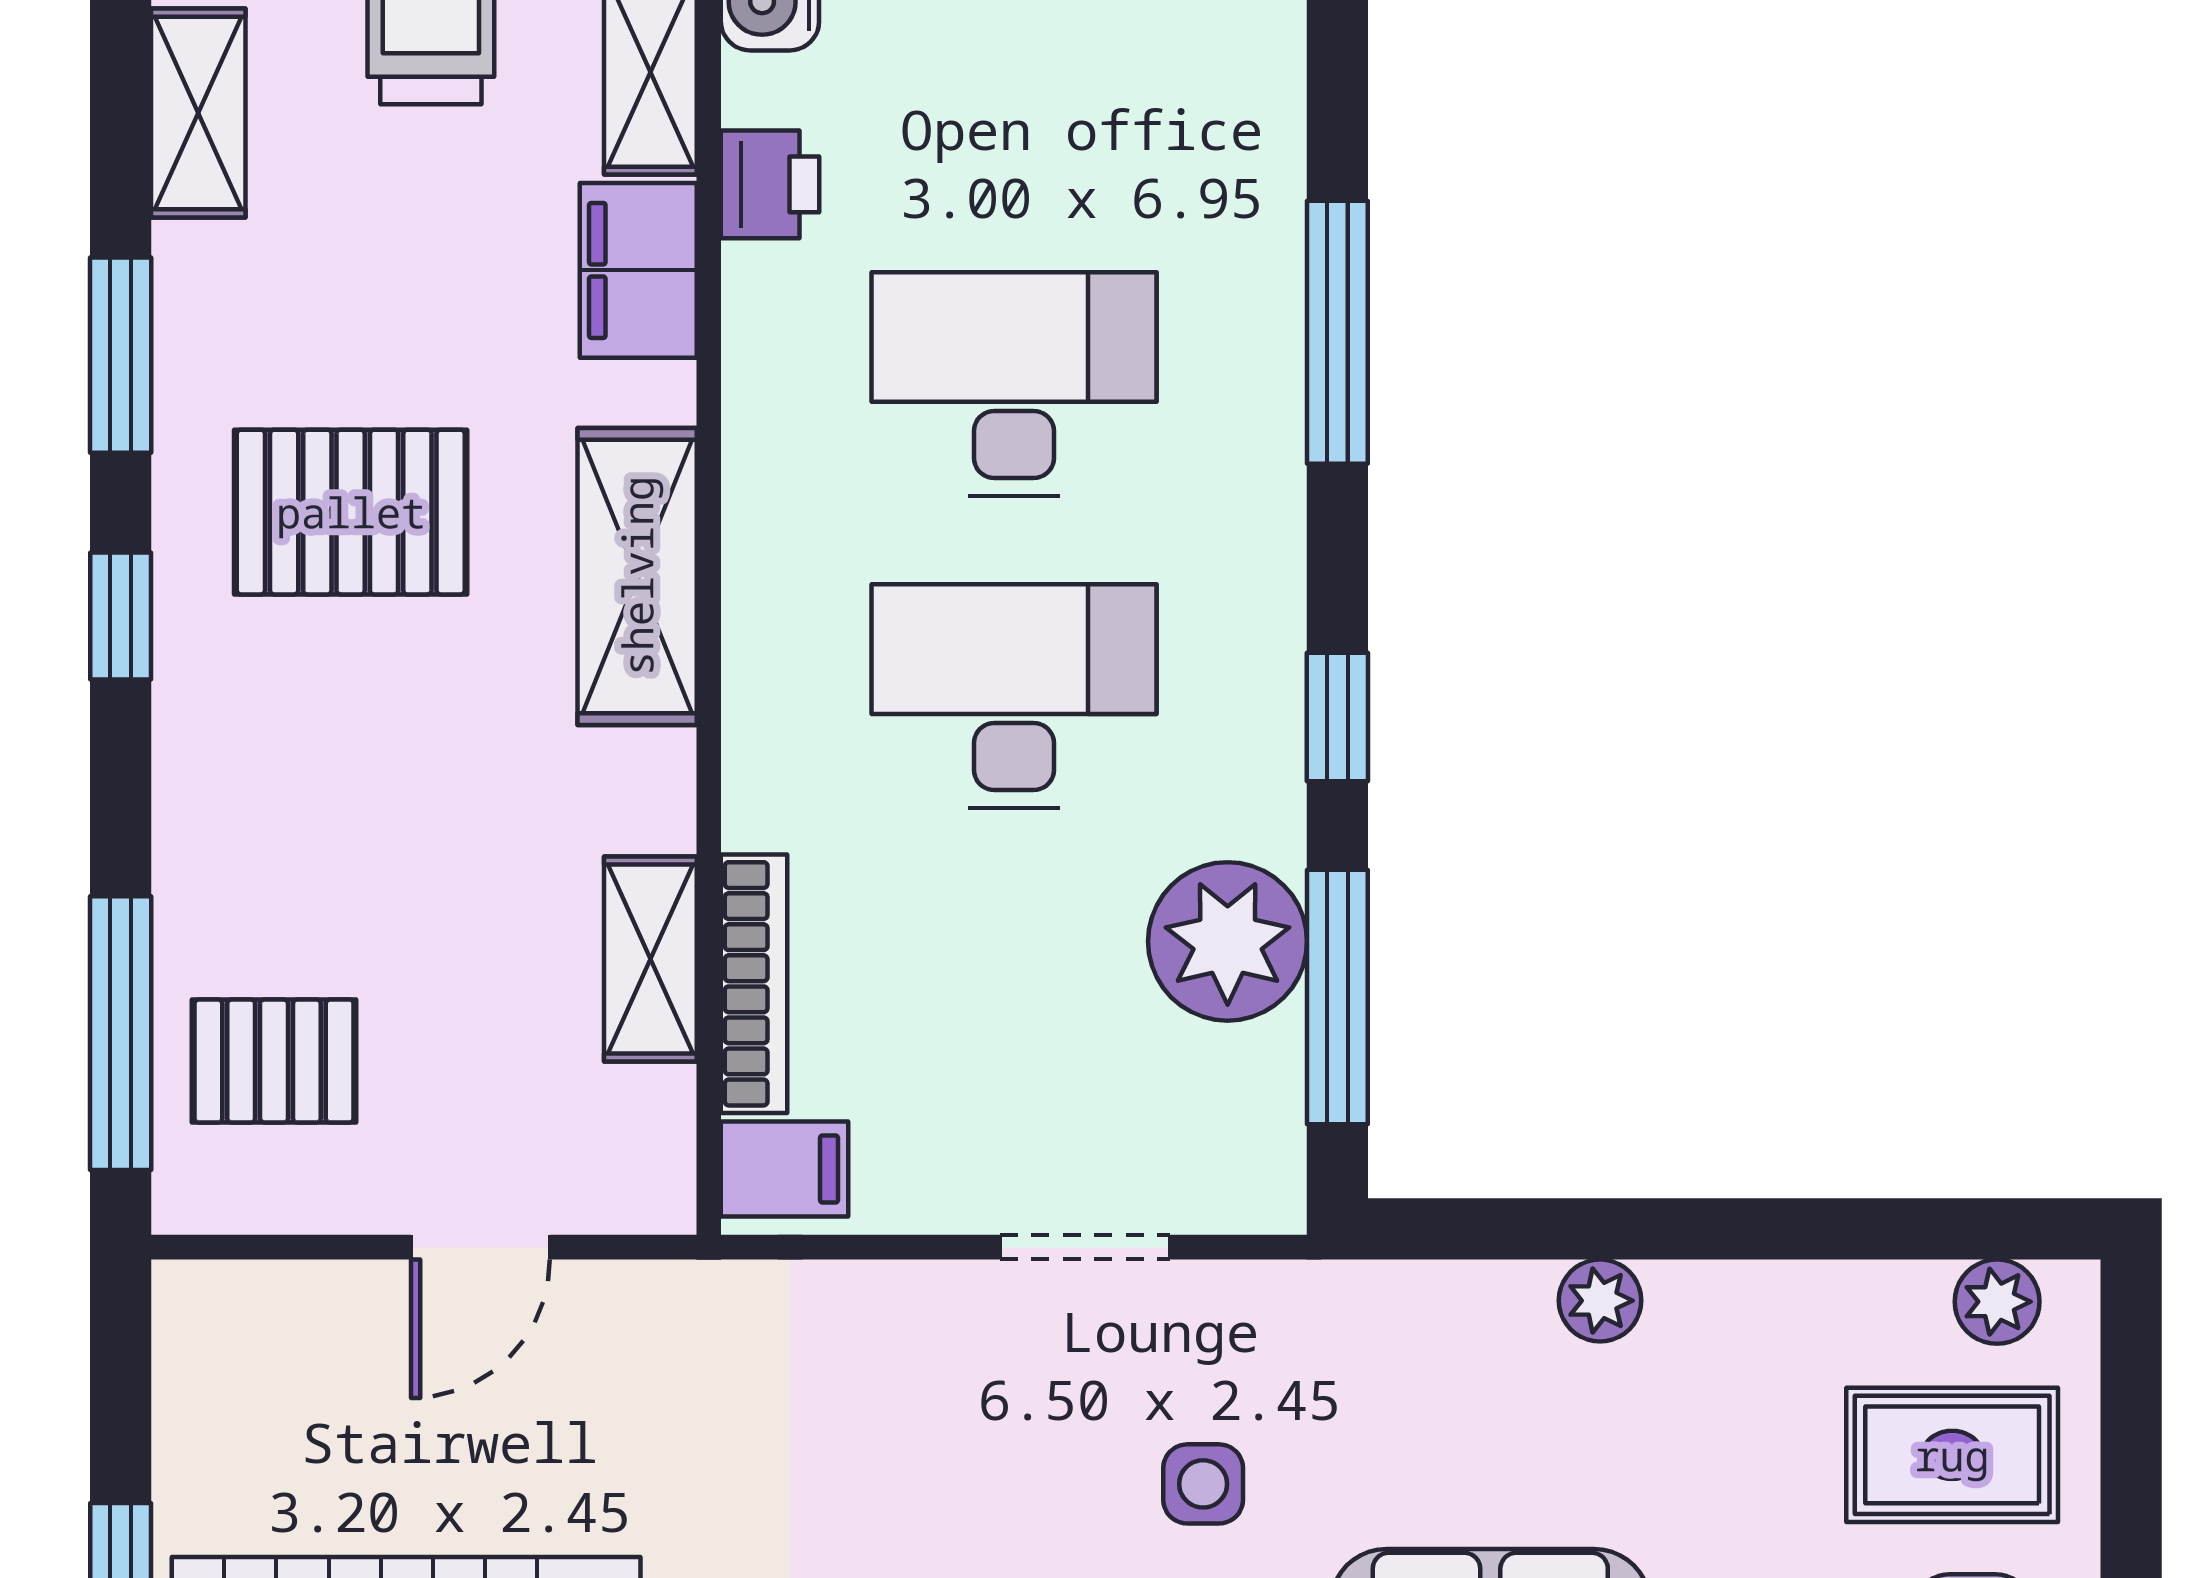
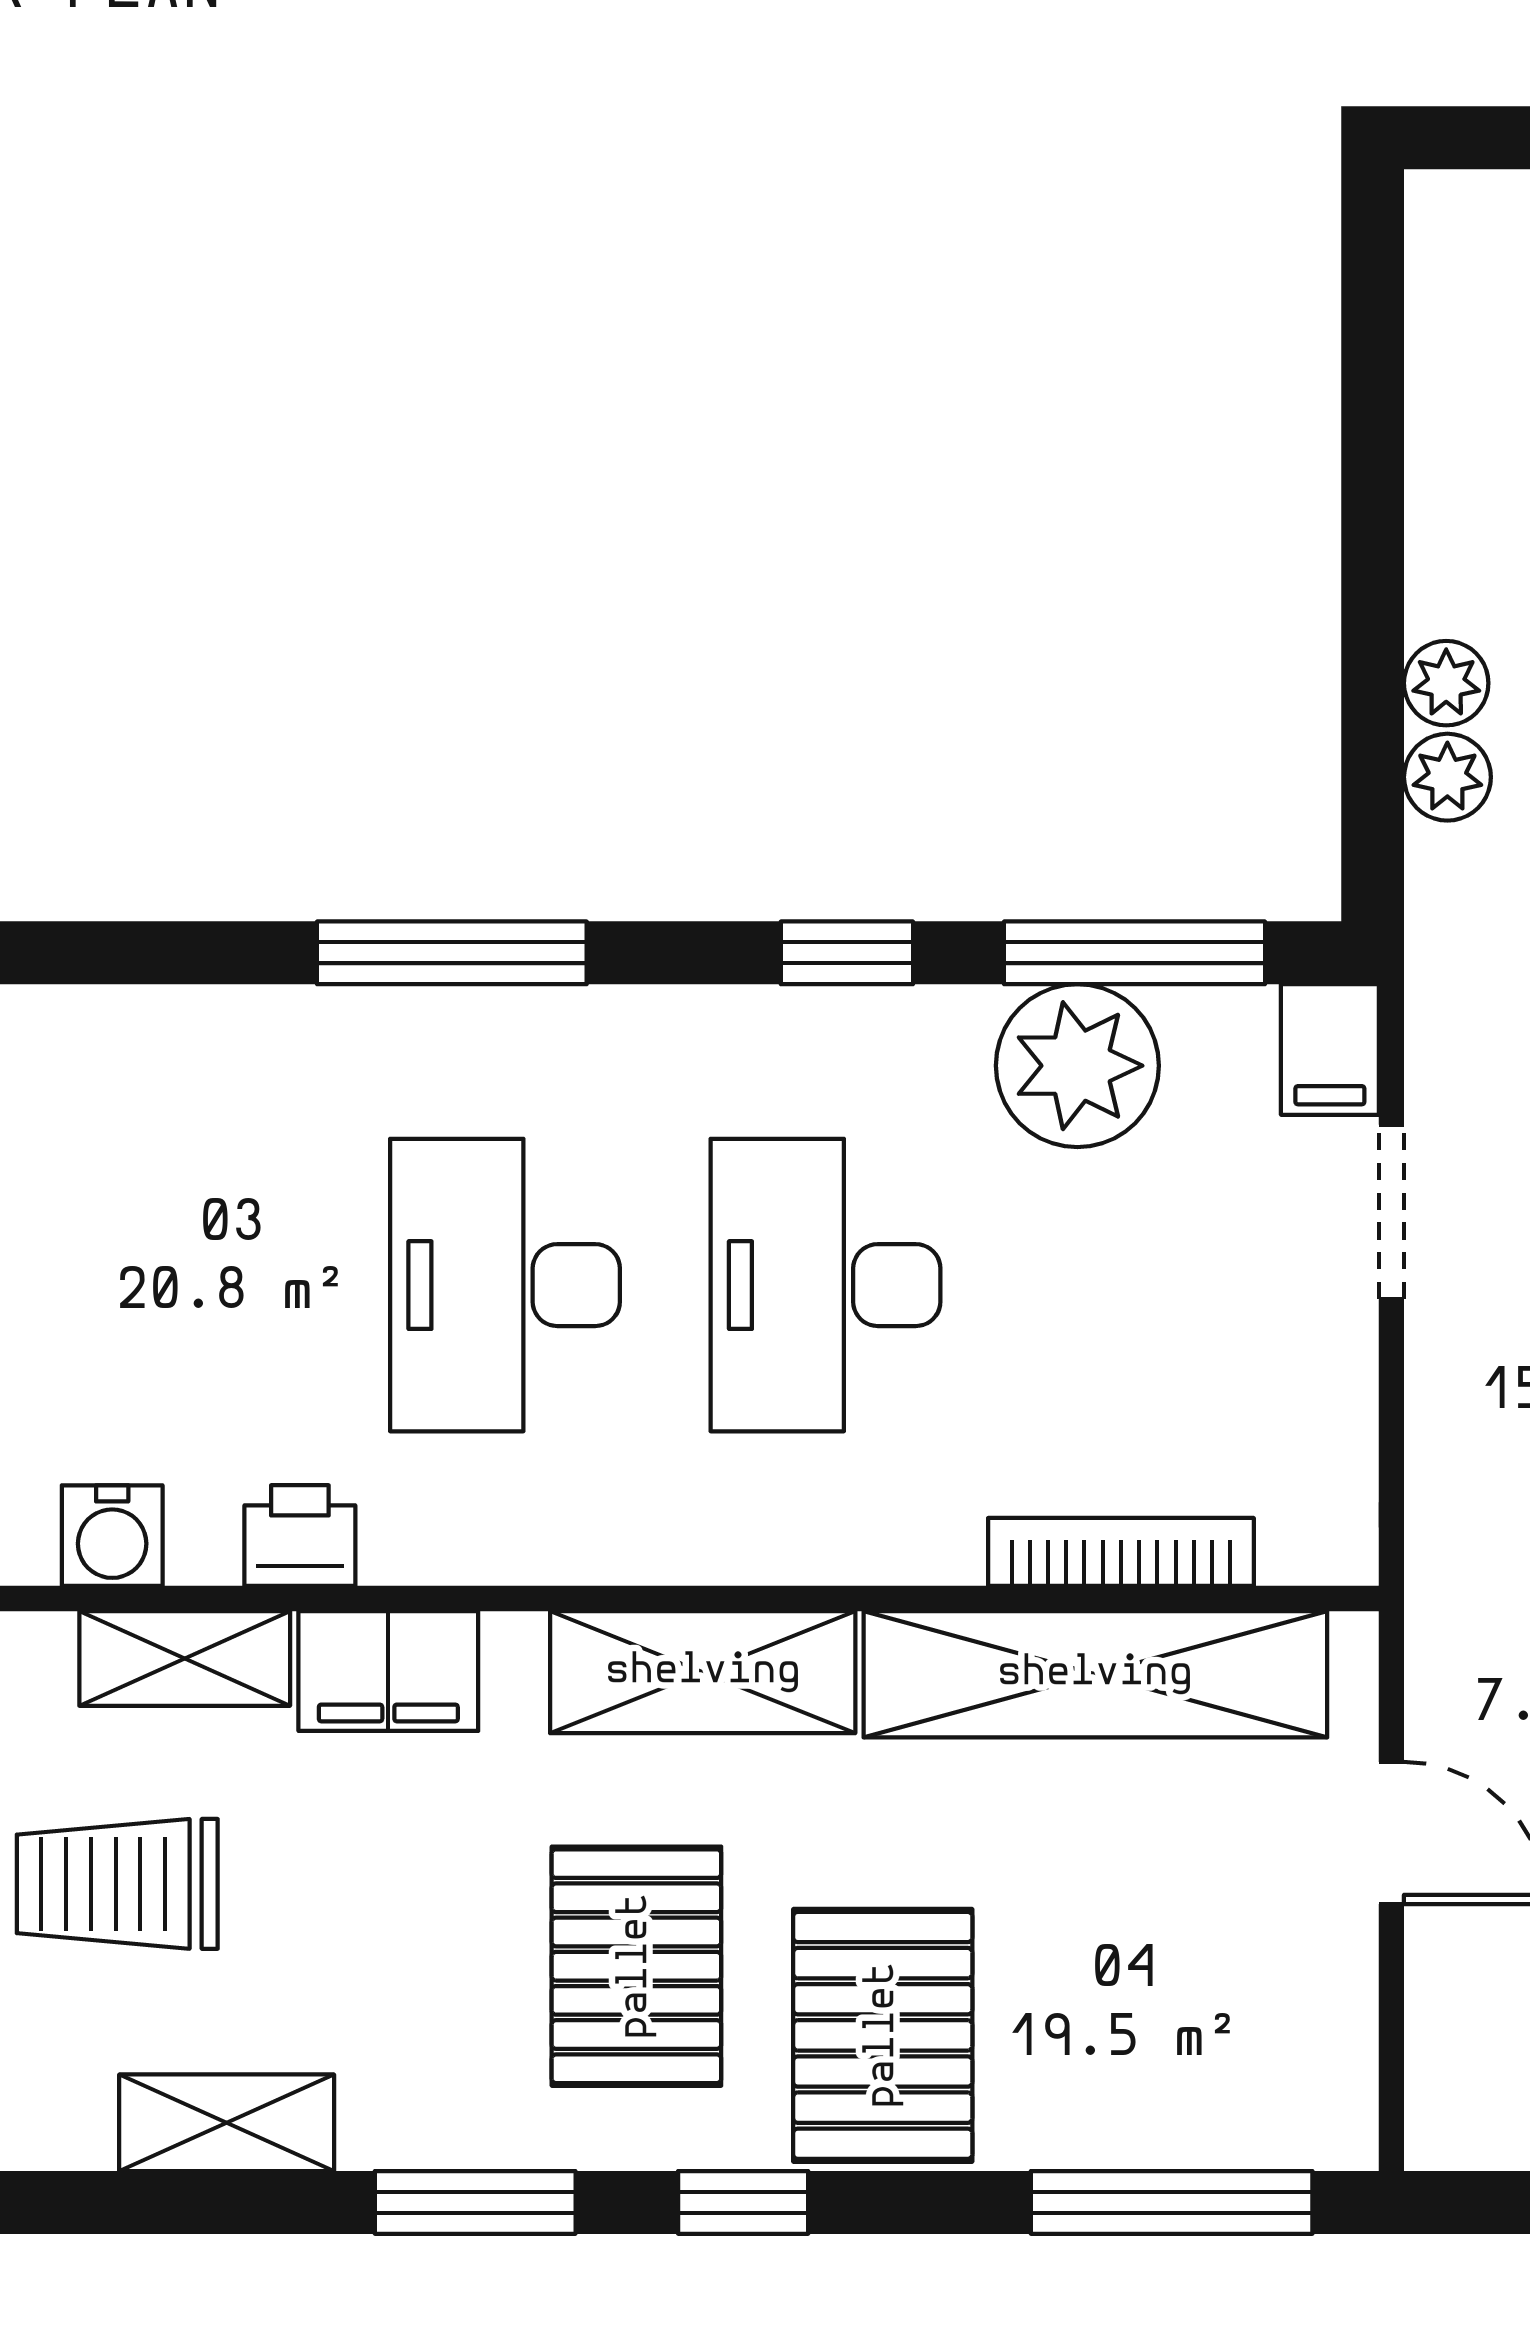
shelving: (650, 959) -> (1095, 1674), width x2.20, depth x1.33
pallet: (274, 1061) -> (883, 2035), moved, width x1.50, depth x1.42
filing cabinet: (785, 1169) -> (1330, 1049), moved, turned 180
plant: (1997, 1302) -> (1447, 777), moved

